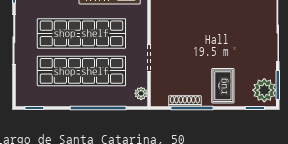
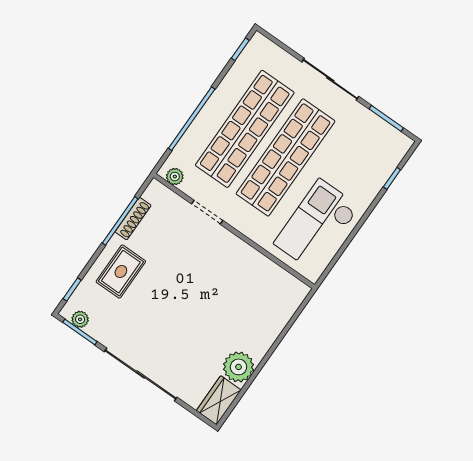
rug: (223, 86) -> (121, 272), turned 90
plant: (264, 90) -> (80, 319), width x0.53, depth x0.53

